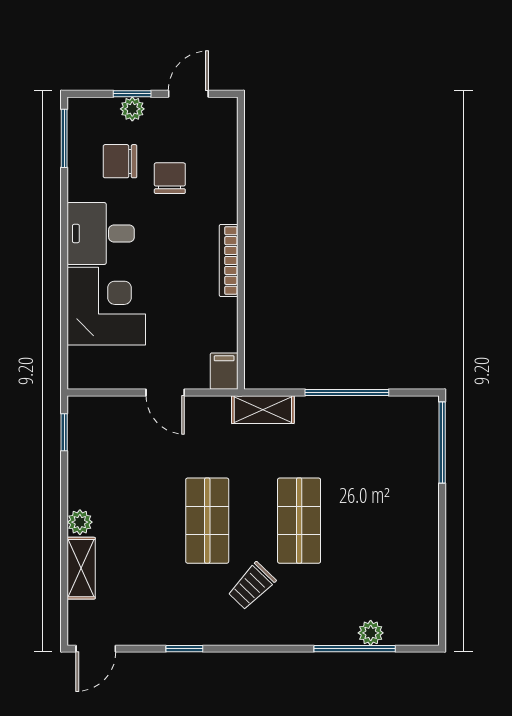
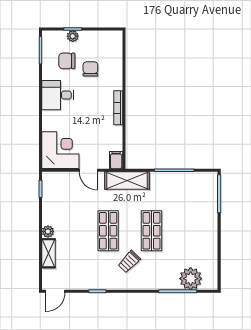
door: (188, 94) -> (99, 29), removed
corner desk: (106, 306) -> (60, 150), moved
shelving: (263, 410) -> (127, 181), width x1.50, depth x1.33
plant: (371, 633) -> (191, 279), width x1.88, depth x1.88

